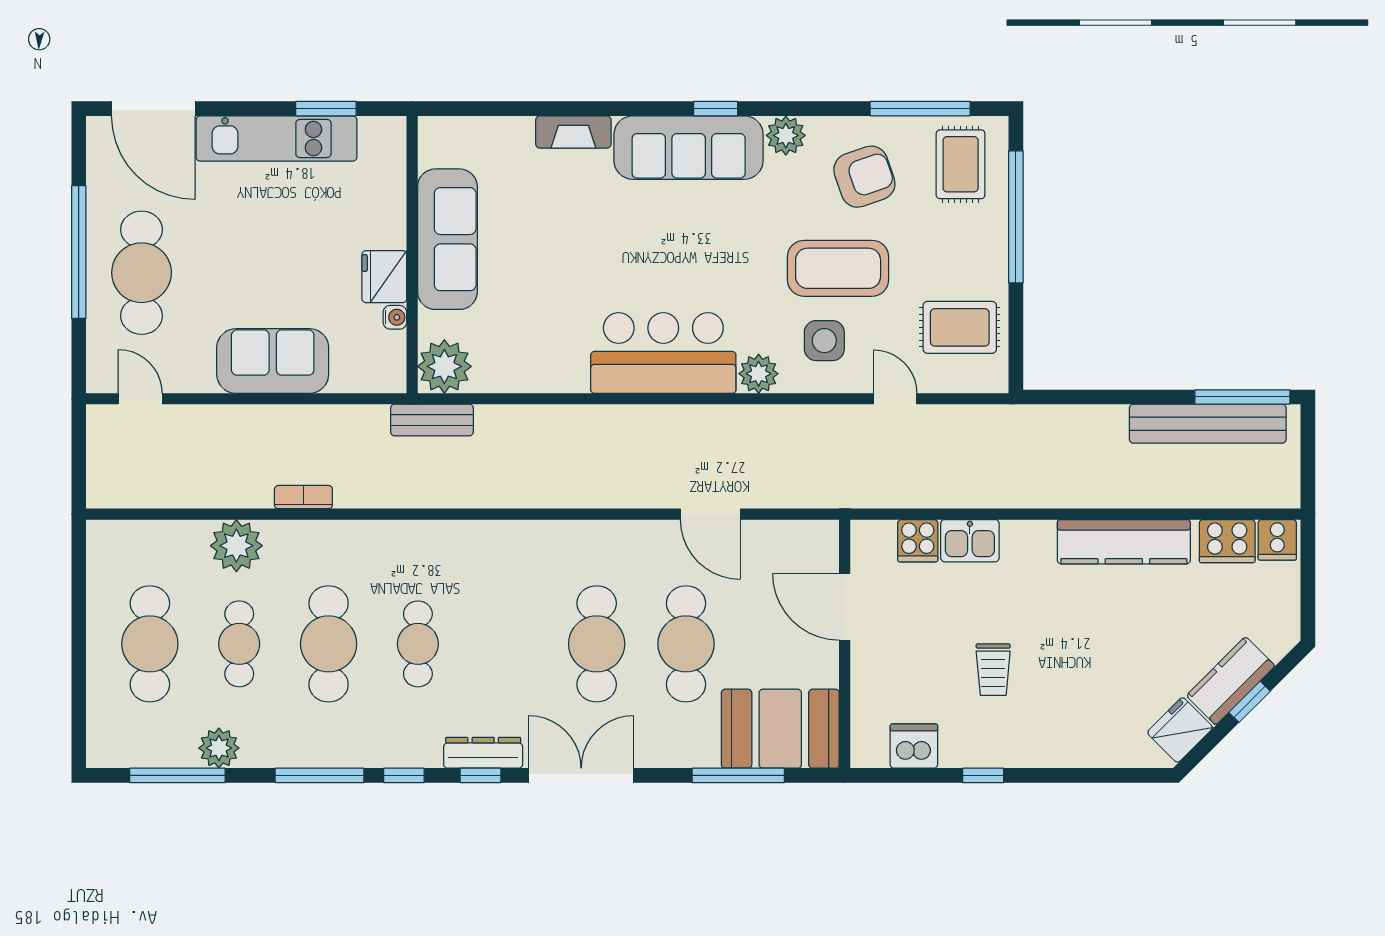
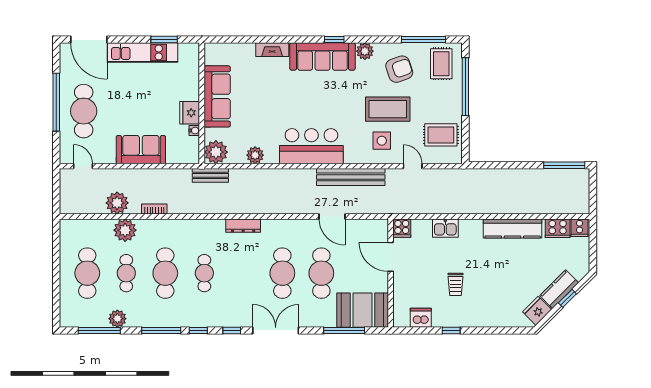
plant: (759, 374) -> (255, 155), moved
bench: (1208, 424) -> (351, 177), moved
plant: (218, 483) -> (117, 203), added
cooker: (918, 541) -> (402, 228), moved
dresser: (483, 753) -> (243, 226), moved, turned 180

